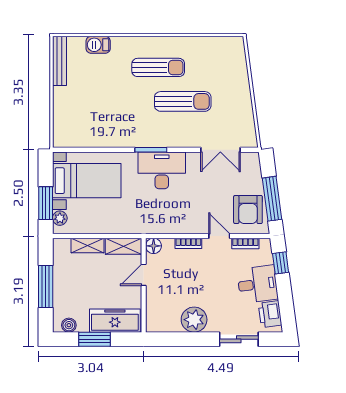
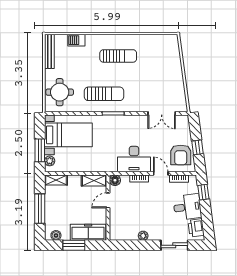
sun lounger: (183, 101) -> (104, 94), moved
round table: (74, 119) -> (60, 92), added
desk: (162, 170) -> (134, 159), moved, turned 180
window: (272, 199) -> (197, 147), width x0.46
shelving: (88, 245) -> (56, 180), moved
plant: (194, 320) -> (143, 236), width x0.53, depth x0.53

